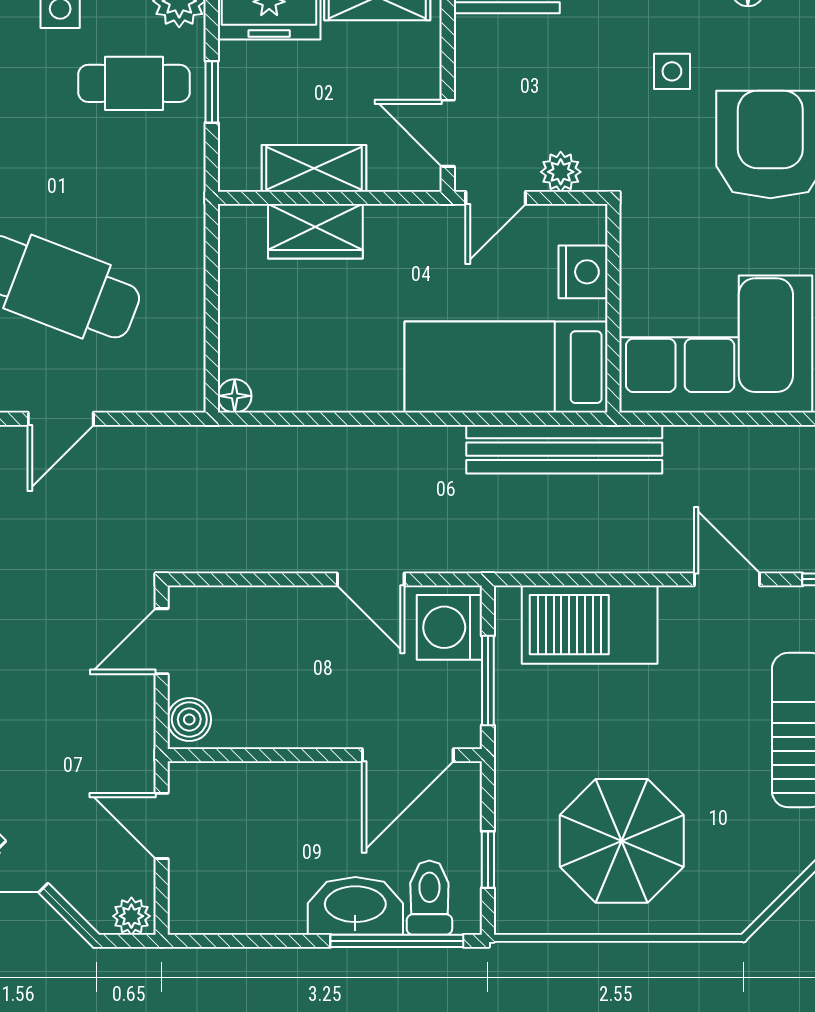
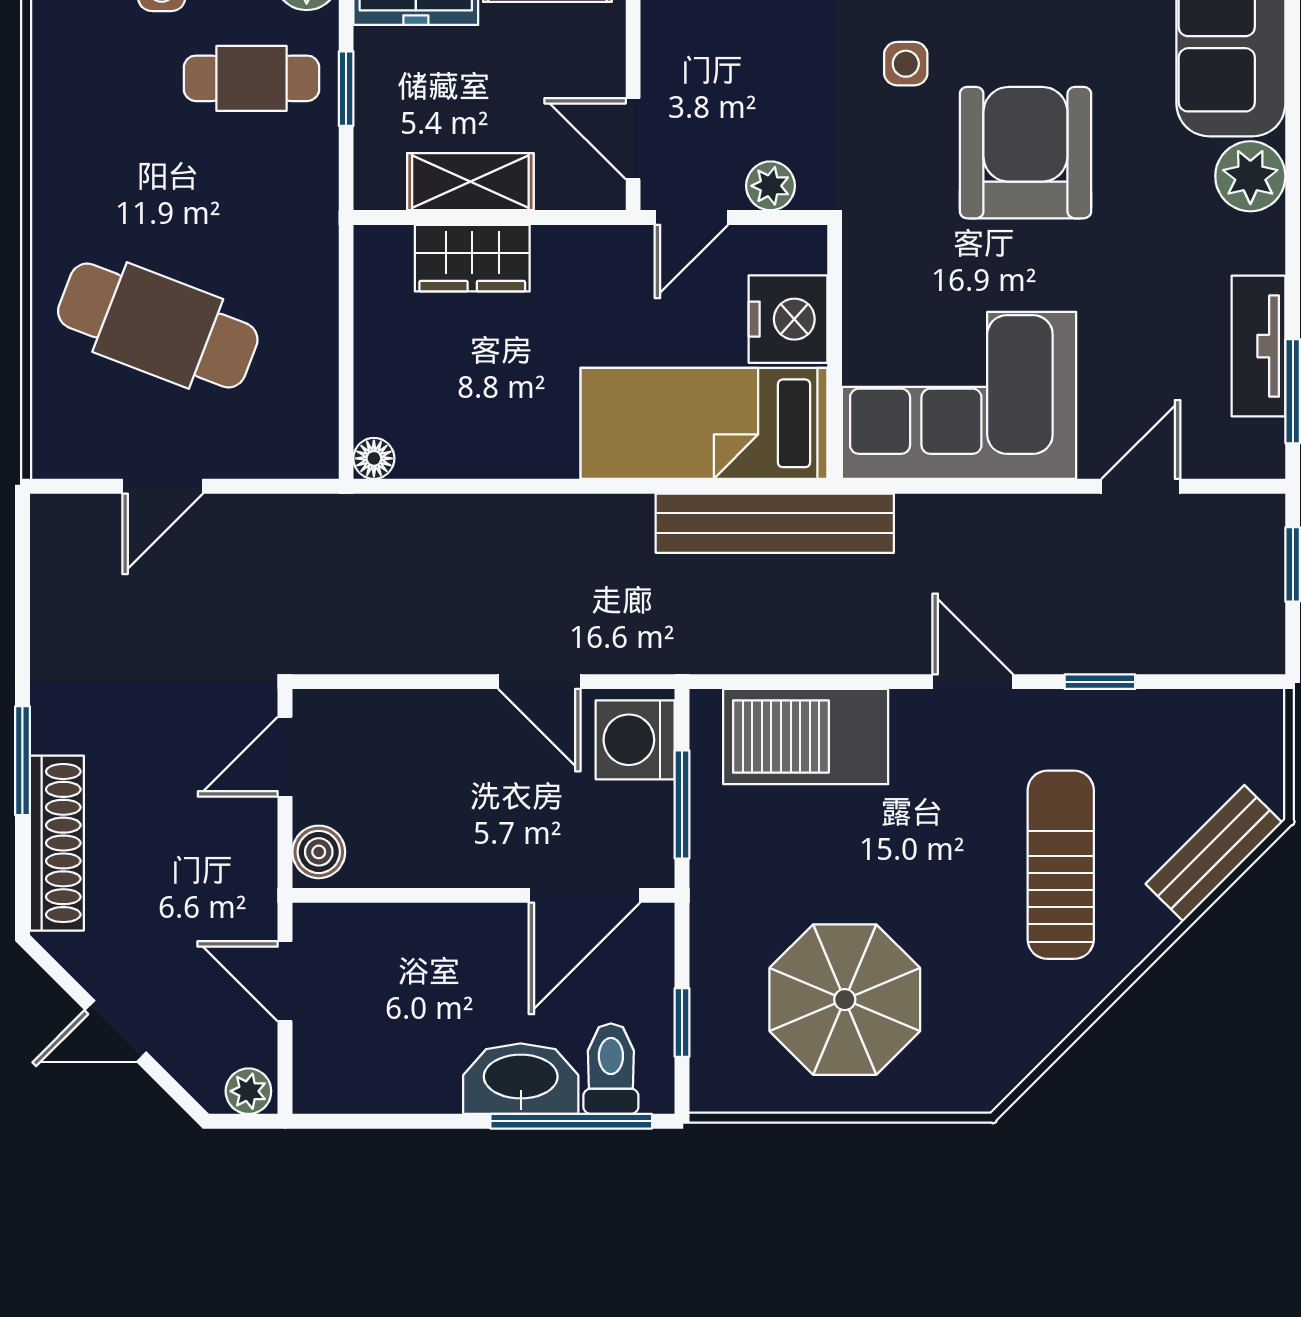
nightstand: (583, 272) -> (788, 319), width x1.36, depth x1.33

